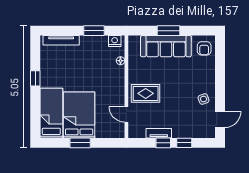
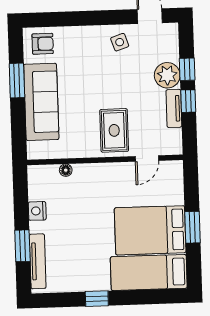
window: (94, 31) -> (22, 246), moved
window: (169, 31) -> (17, 81), moved
nightstand: (115, 41) -> (37, 211), moved
plant: (181, 130) -> (167, 75), added

